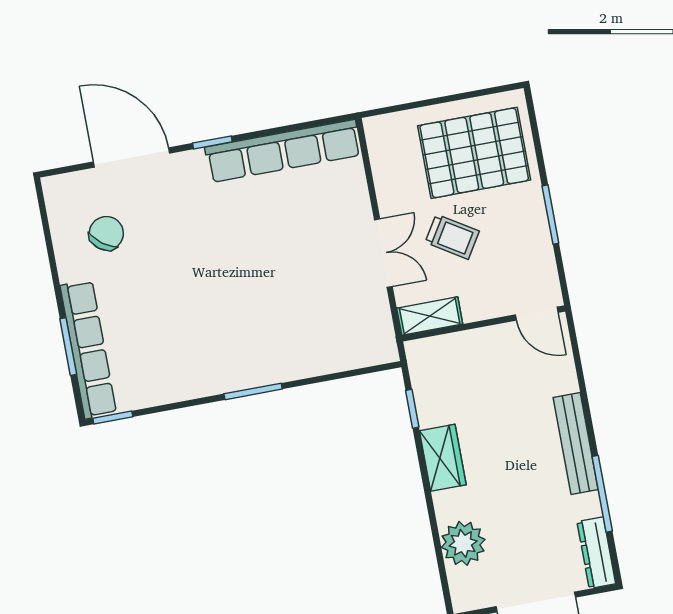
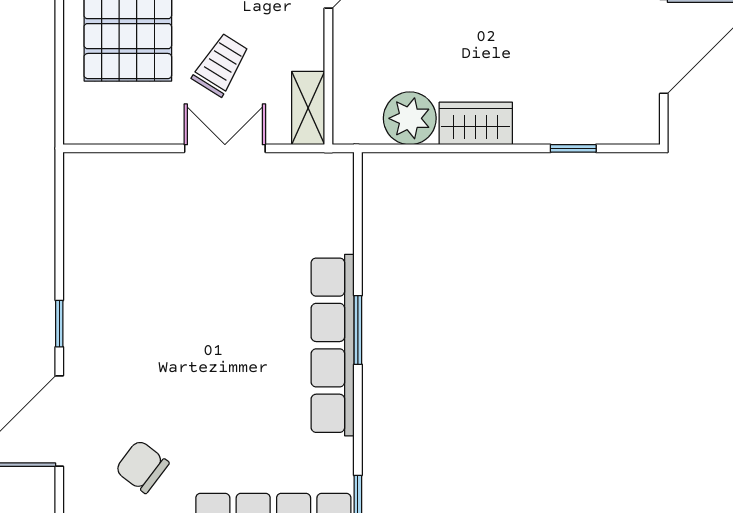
row of seats: (283, 151) -> (333, 345), moved, turned 180
window: (412, 409) -> (573, 148), moved
plant: (463, 543) -> (410, 118), moved

